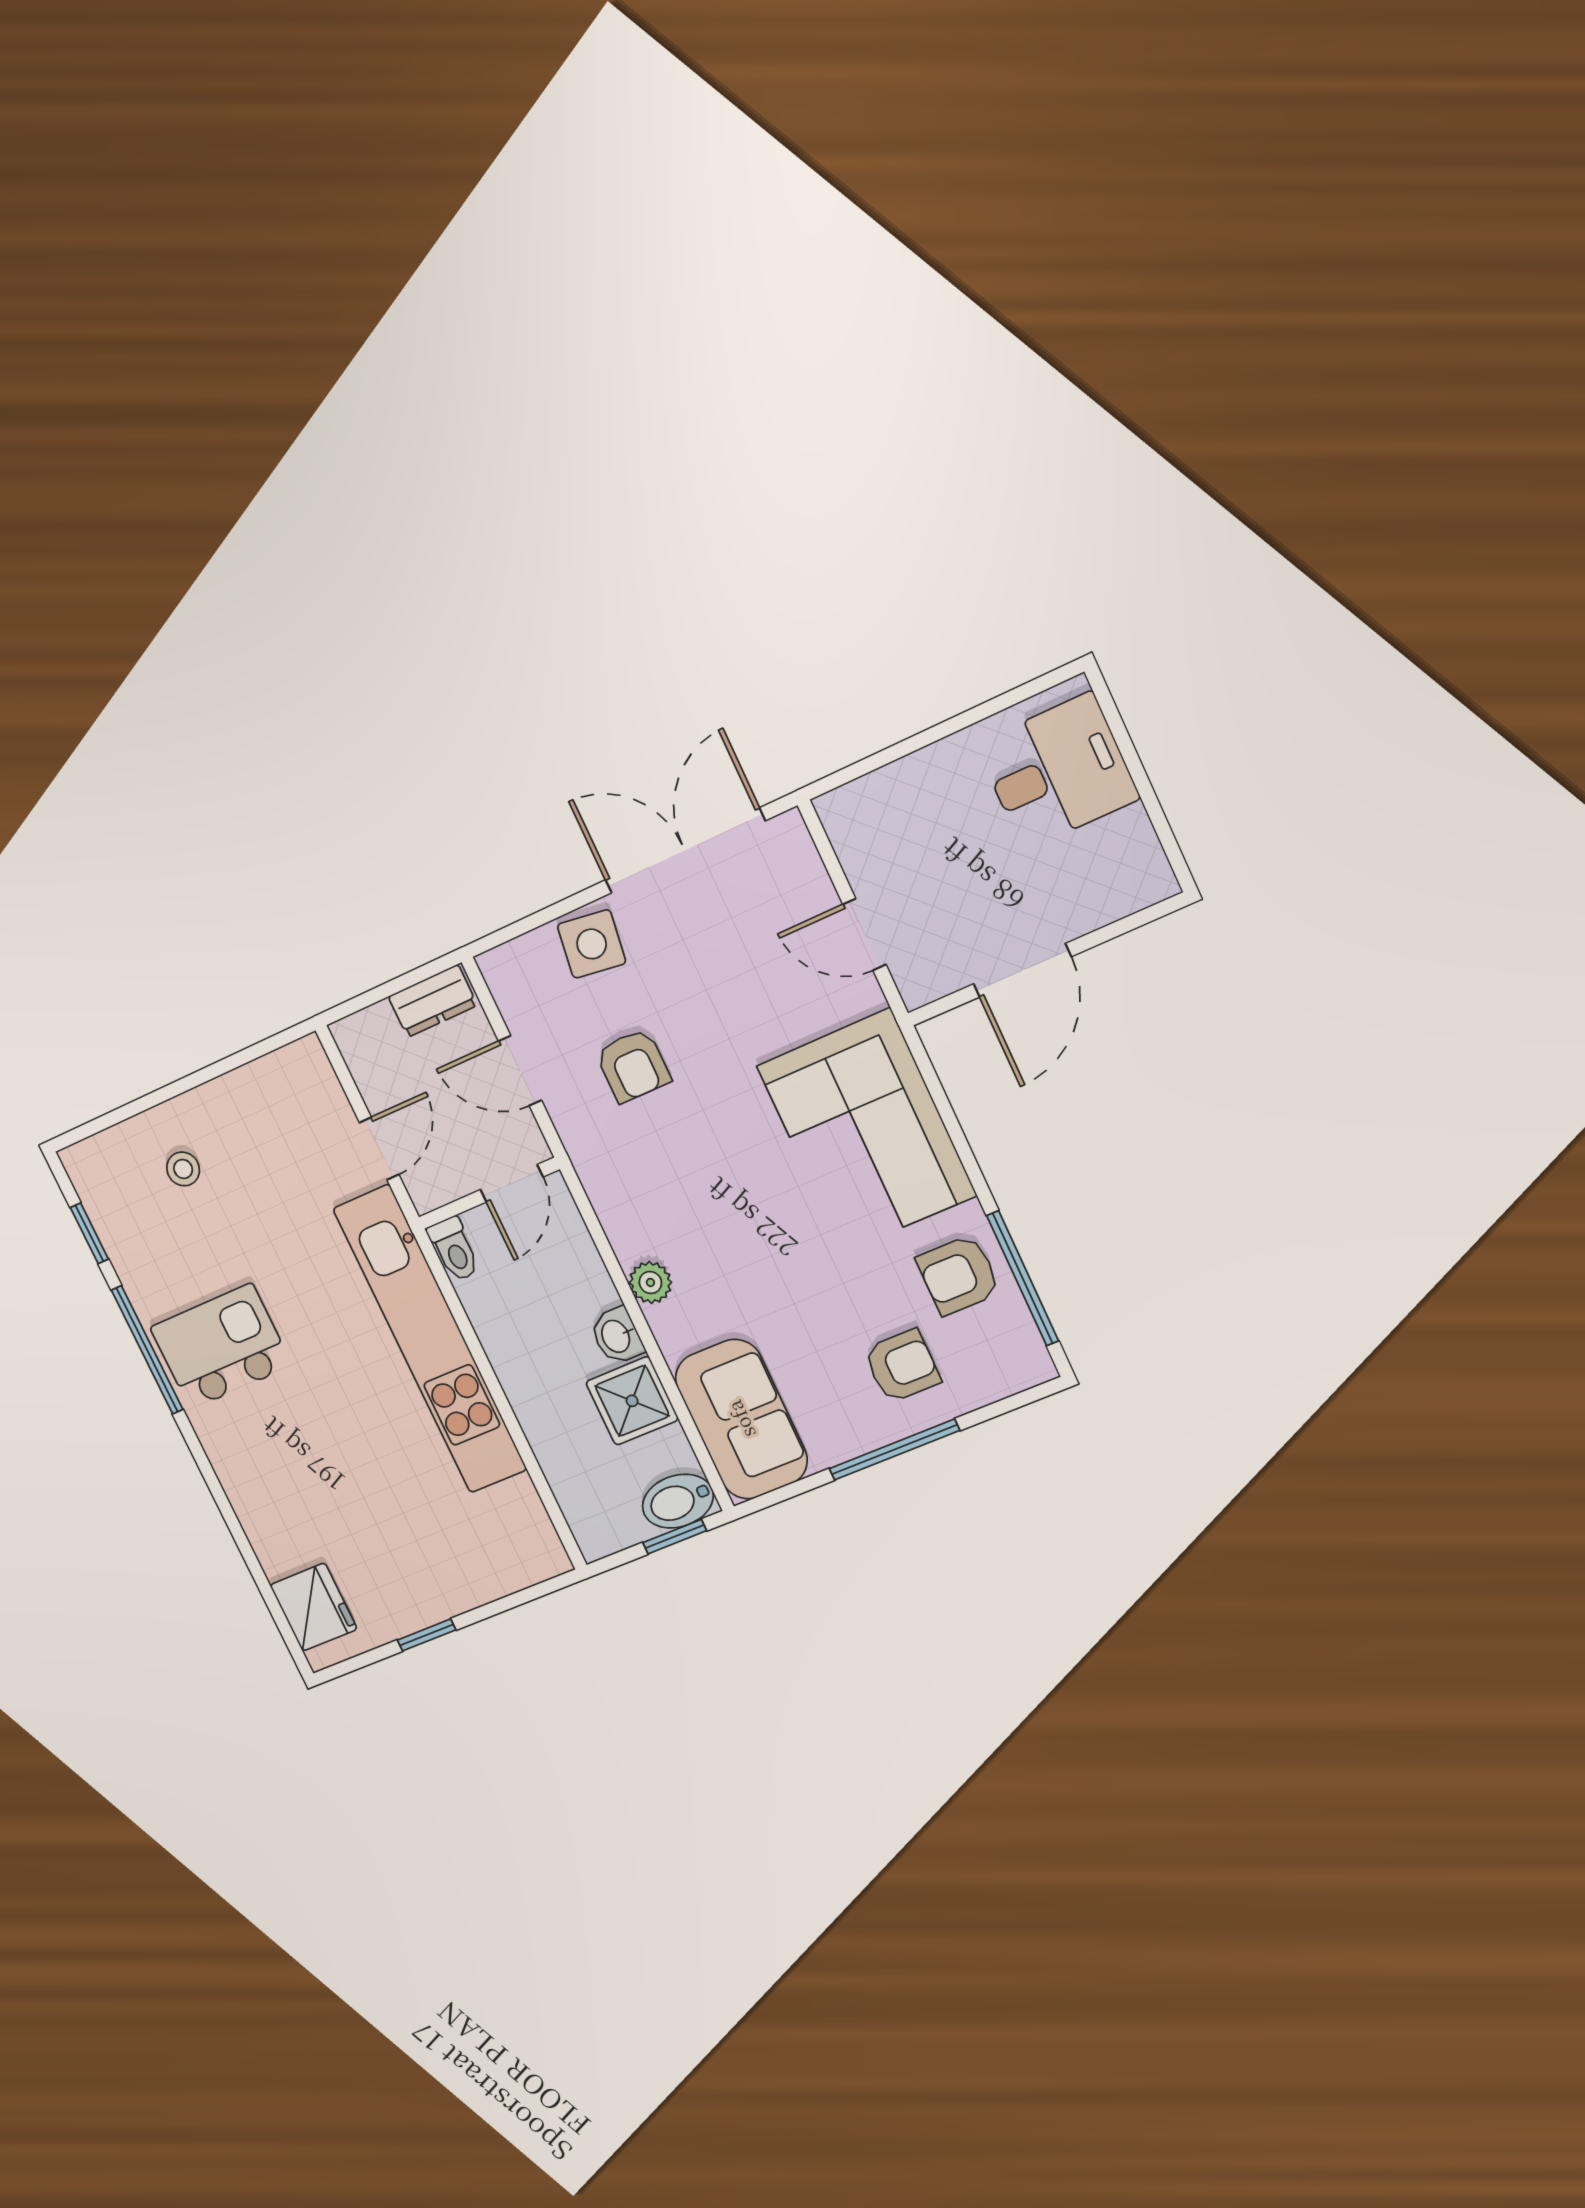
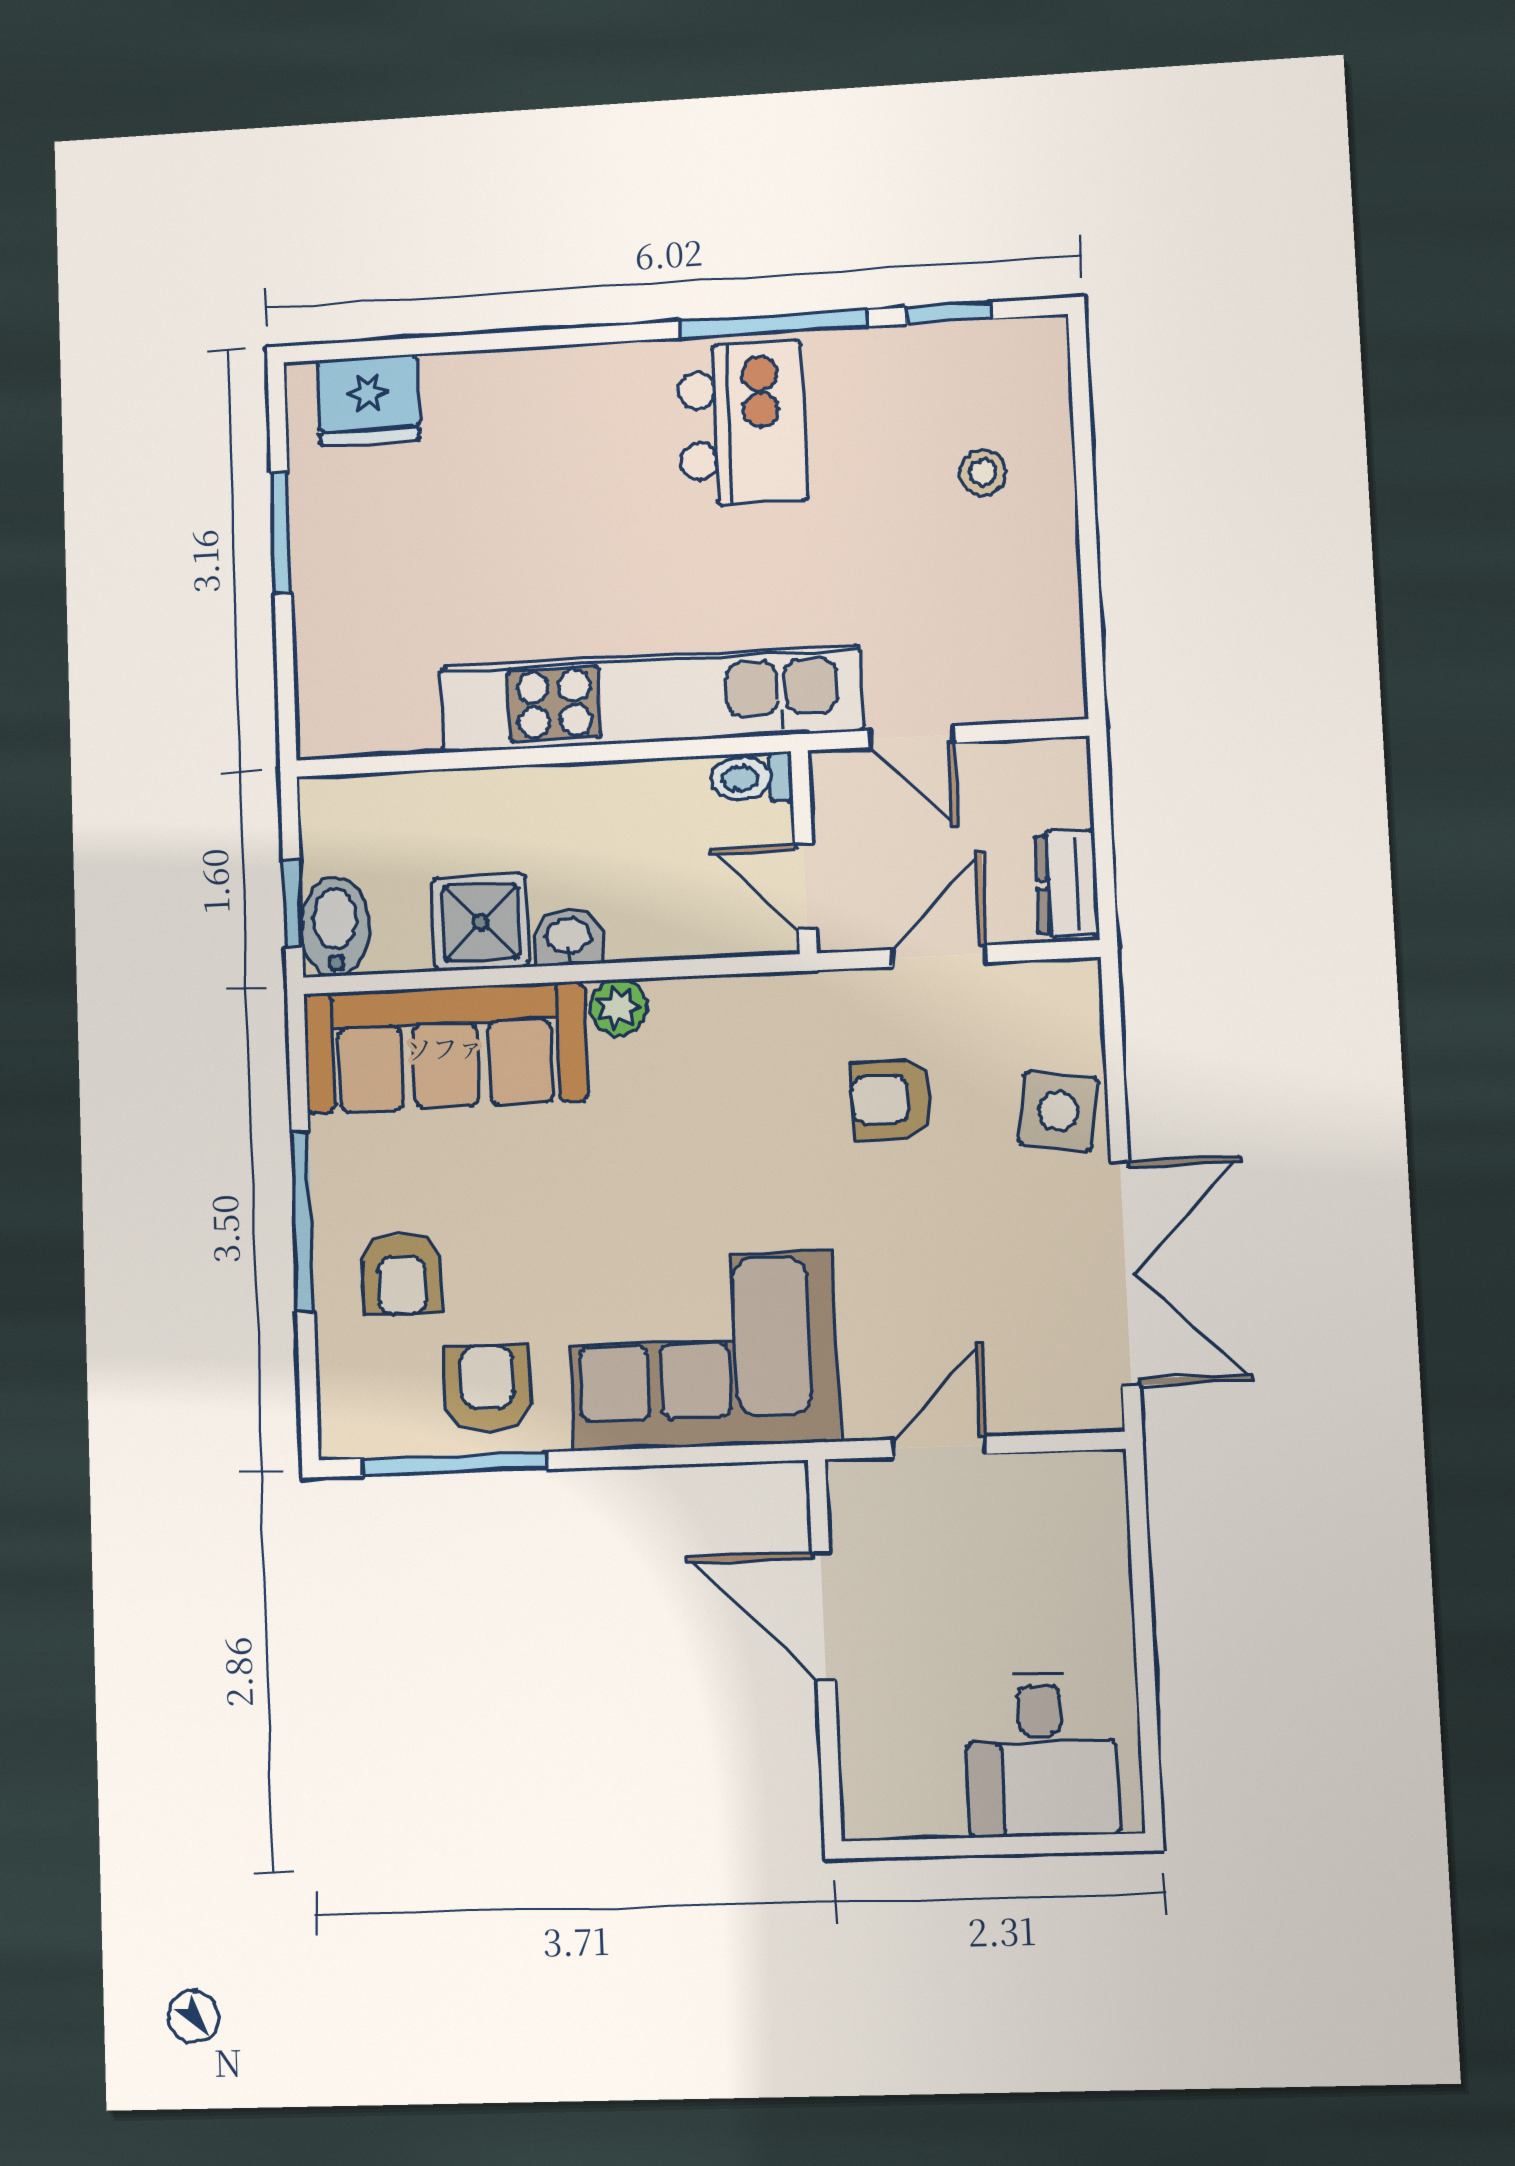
sofa: (741, 1419) -> (445, 1047), width x1.36
window: (427, 1635) -> (281, 533), width x1.50

